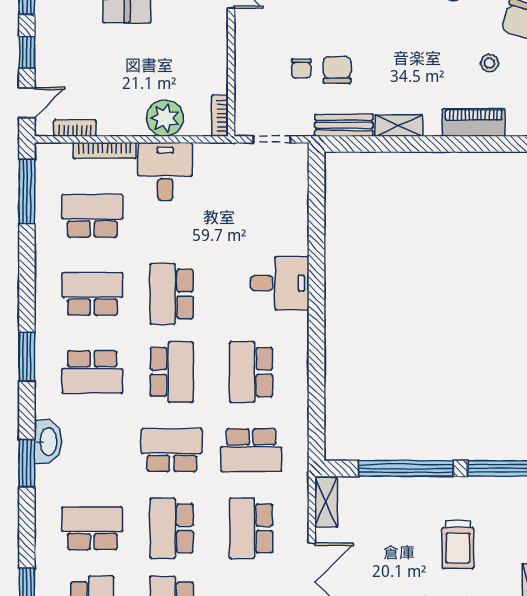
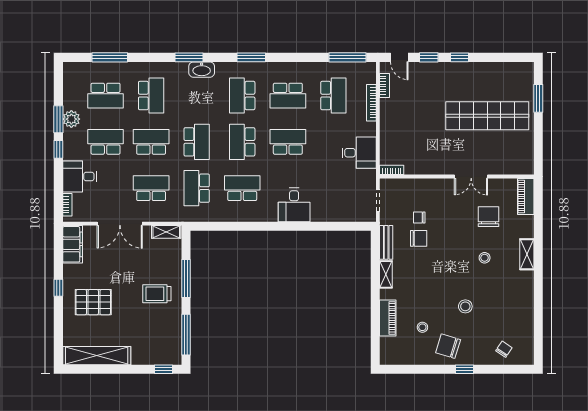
plant: (165, 118) -> (390, 138), removed
desk: (165, 172) -> (359, 153), moved
school desk: (92, 294) -> (288, 96), turned 90
school desk: (172, 372) -> (242, 142), turned 90
window: (406, 468) -> (186, 279), width x0.68
trolley: (458, 545) -> (157, 294), moved

